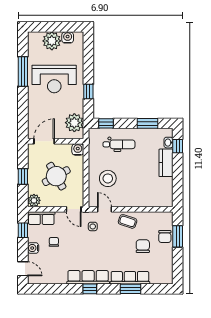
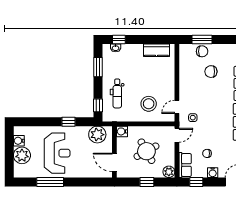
dental chair: (119, 144) -> (117, 93), turned 180
kitchen counter: (166, 163) -> (156, 50), moved
coffee table: (128, 221) -> (188, 86), removed

